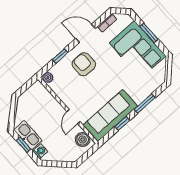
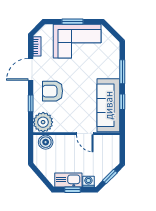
plant: (48, 77) -> (43, 122), width x1.87, depth x1.87
boiler: (83, 140) -> (46, 142), moved
window: (58, 164) -> (110, 177), added

